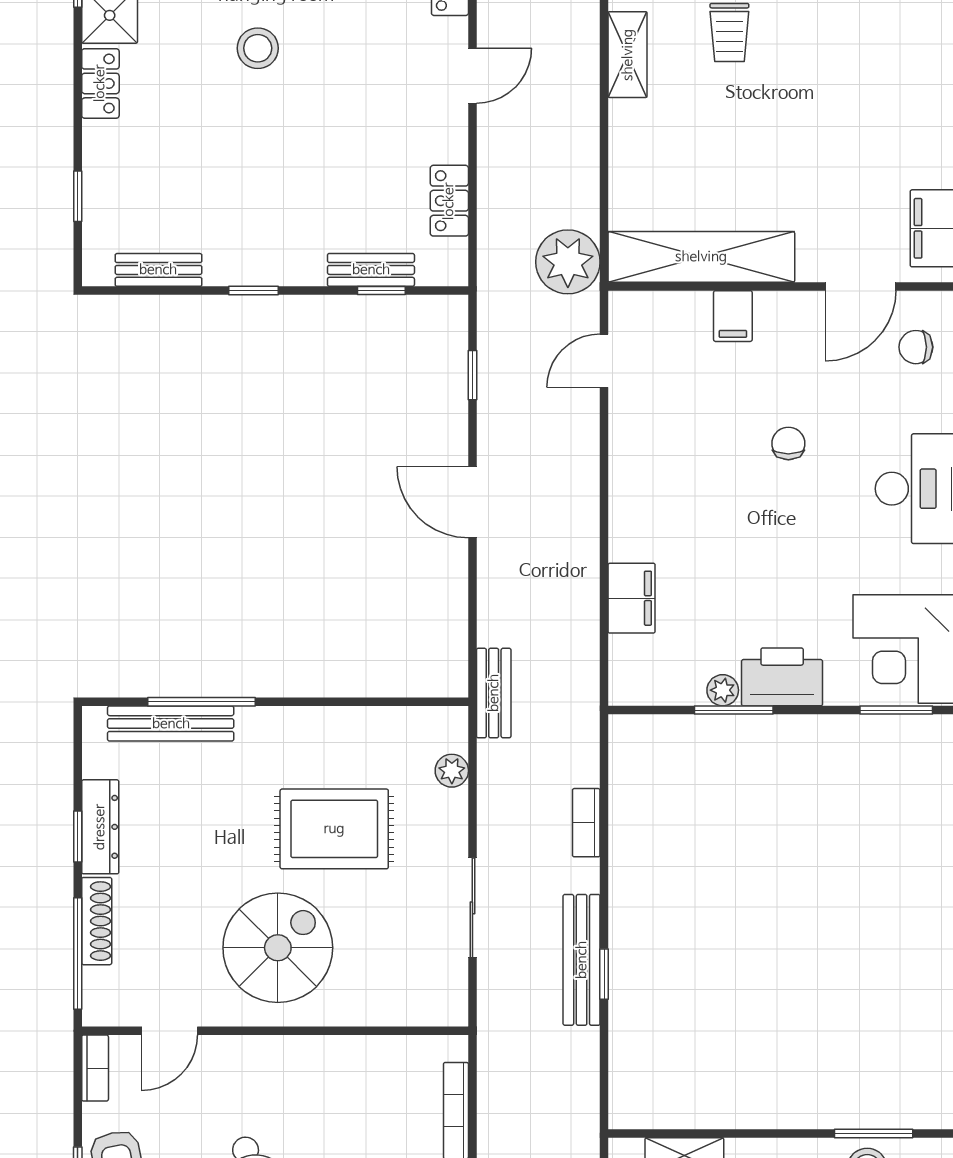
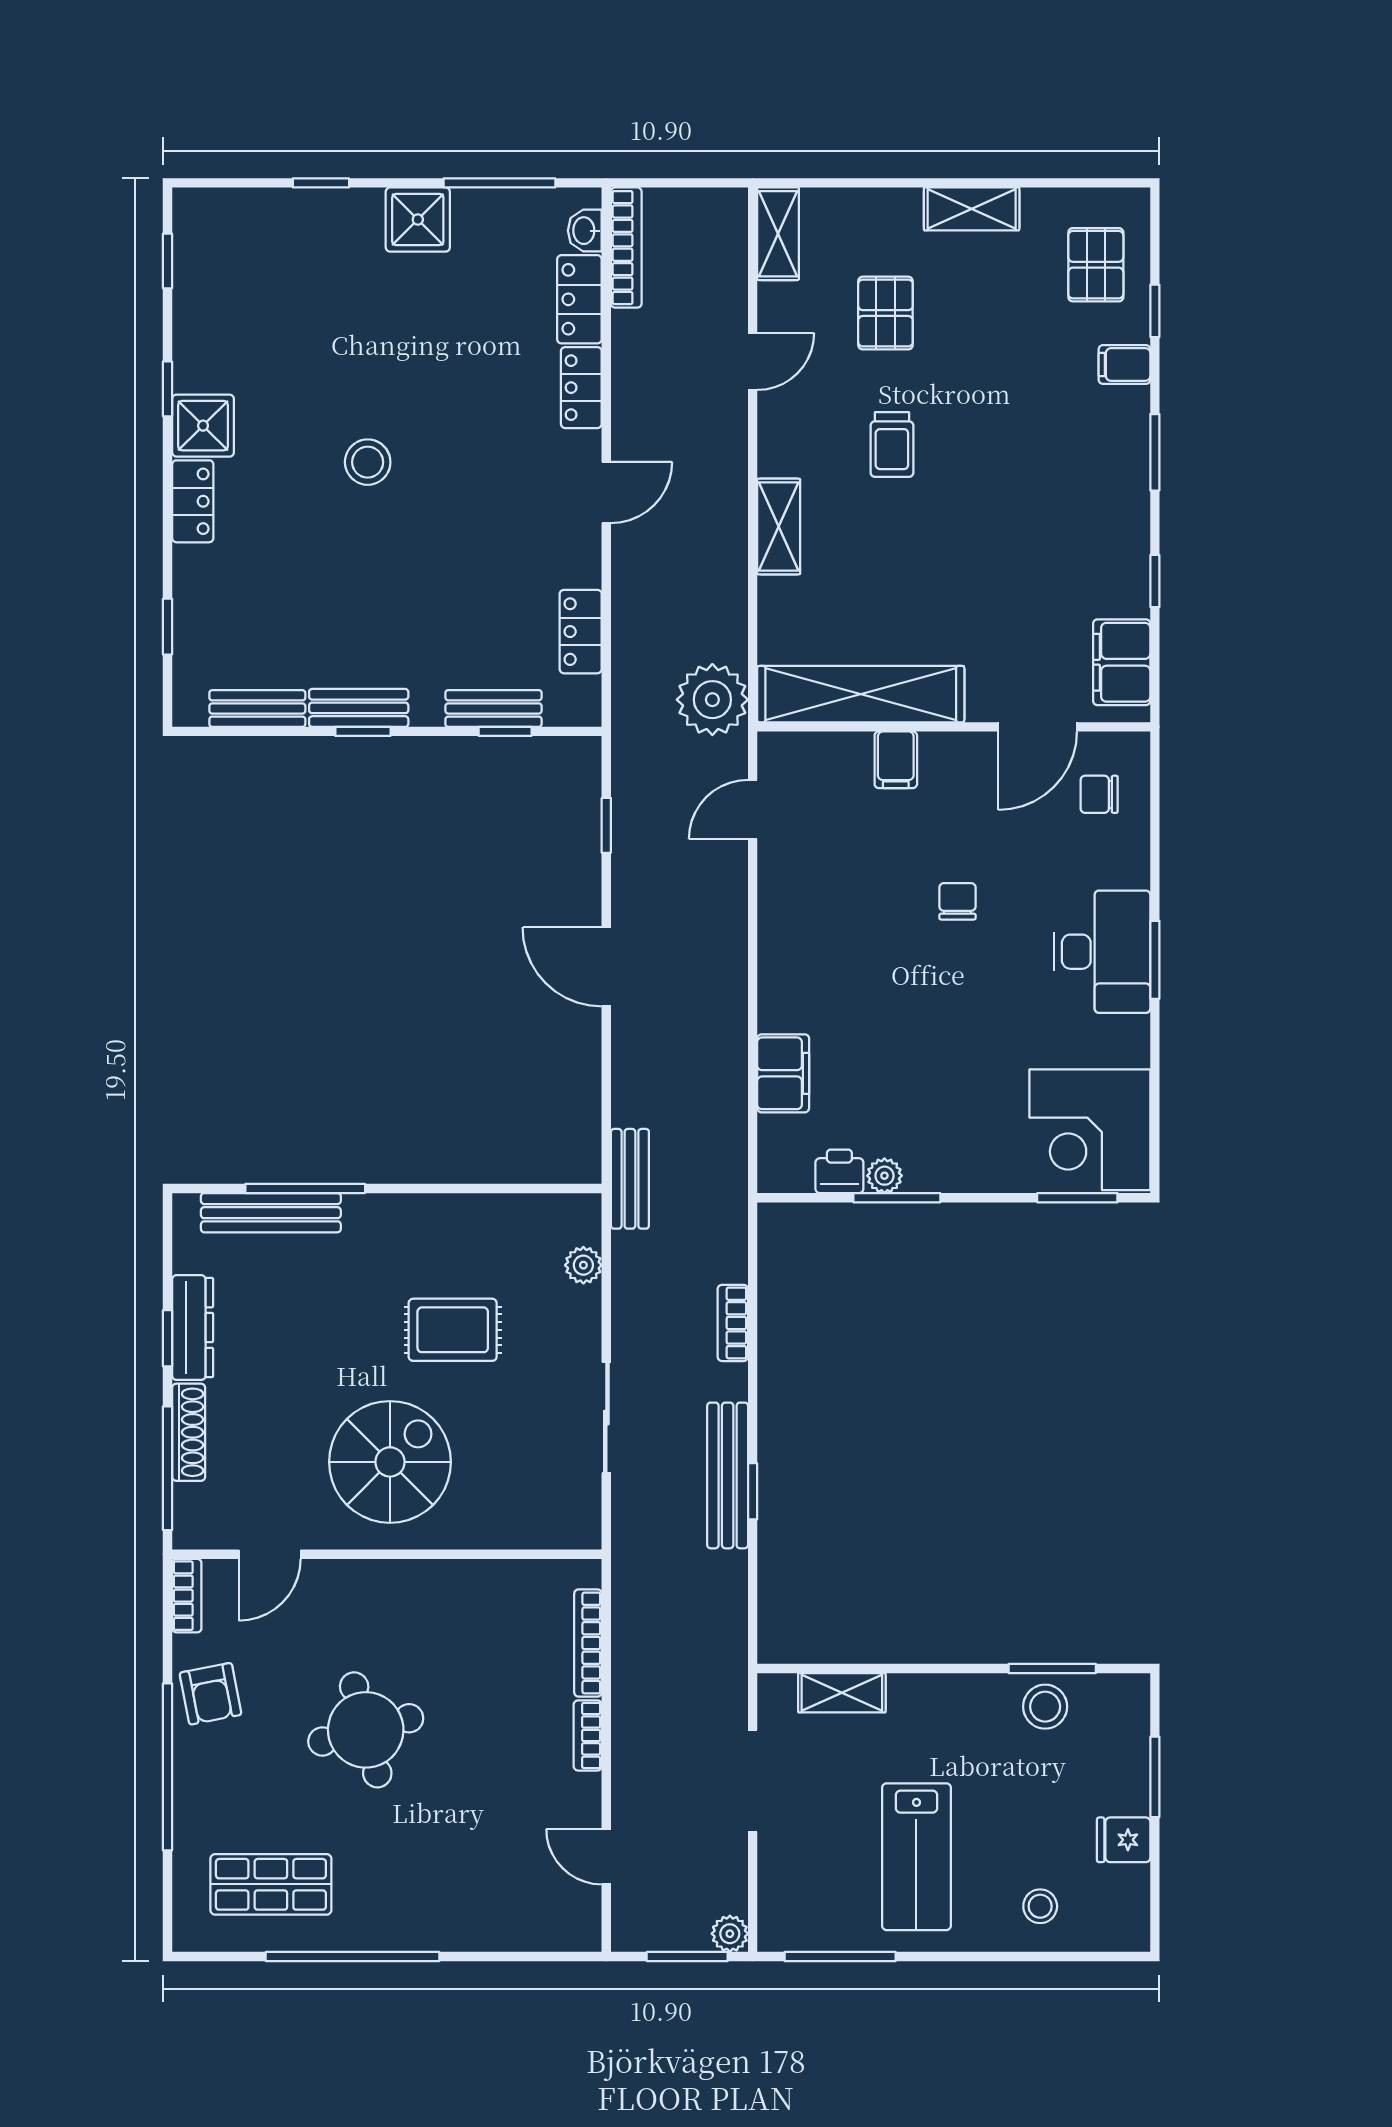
shelving: (628, 55) -> (779, 527), moved
bench: (250, 269) -> (359, 708), added
printer: (782, 677) -> (839, 1171), moved, width x0.53, depth x0.68
rug: (334, 829) -> (453, 1330), width x0.73, depth x0.70

